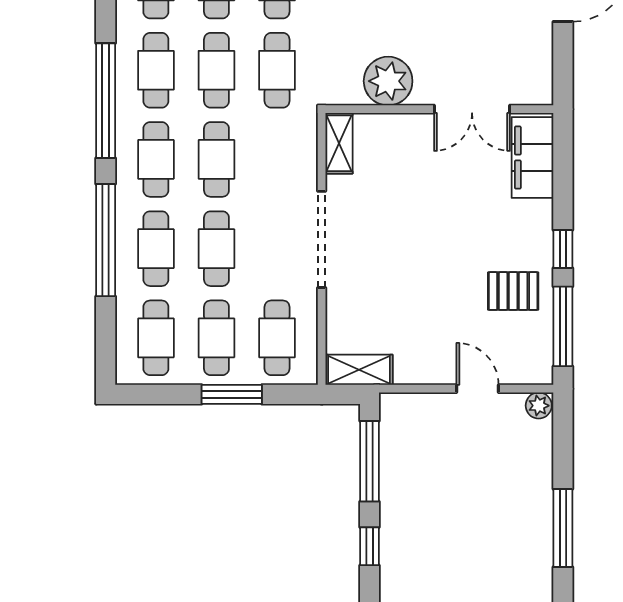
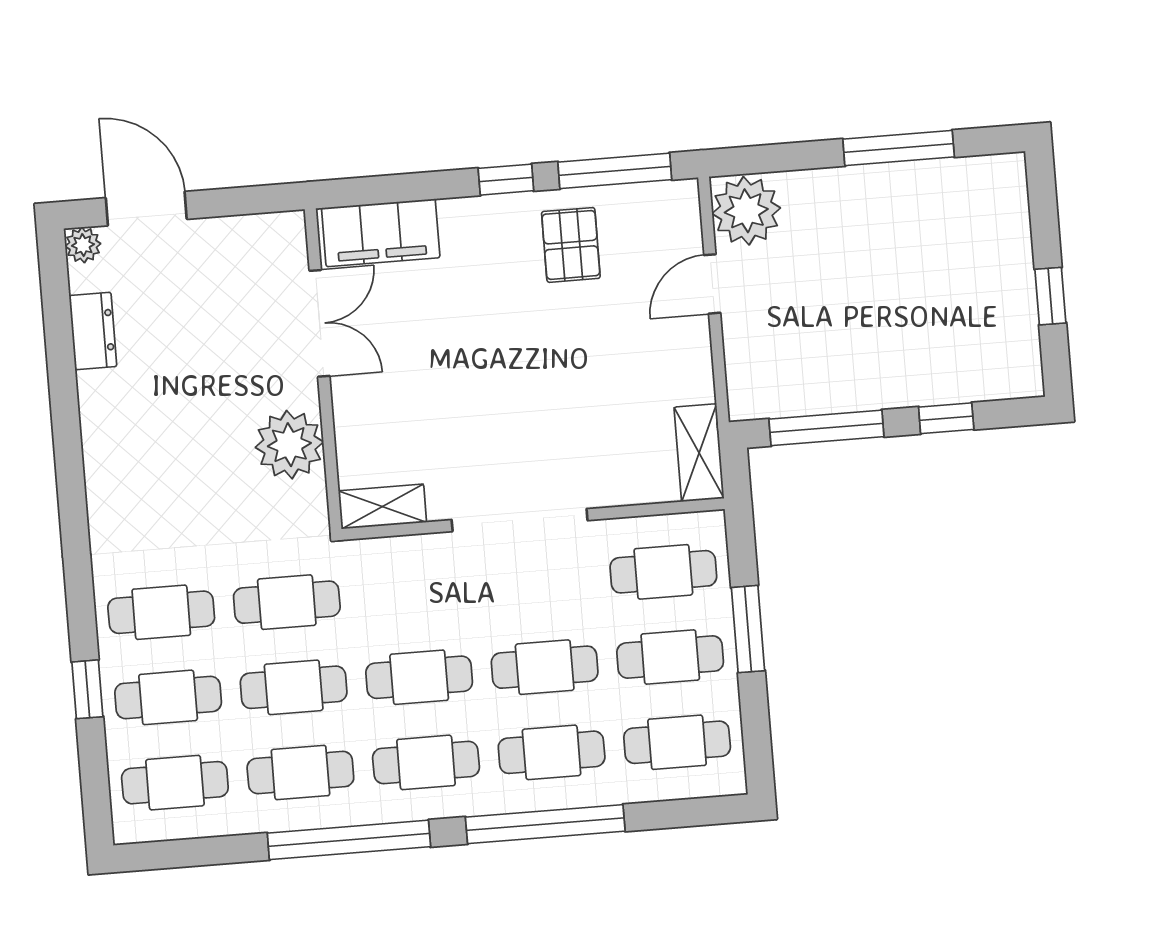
plant: (539, 406) -> (746, 211), width x1.88, depth x1.88

